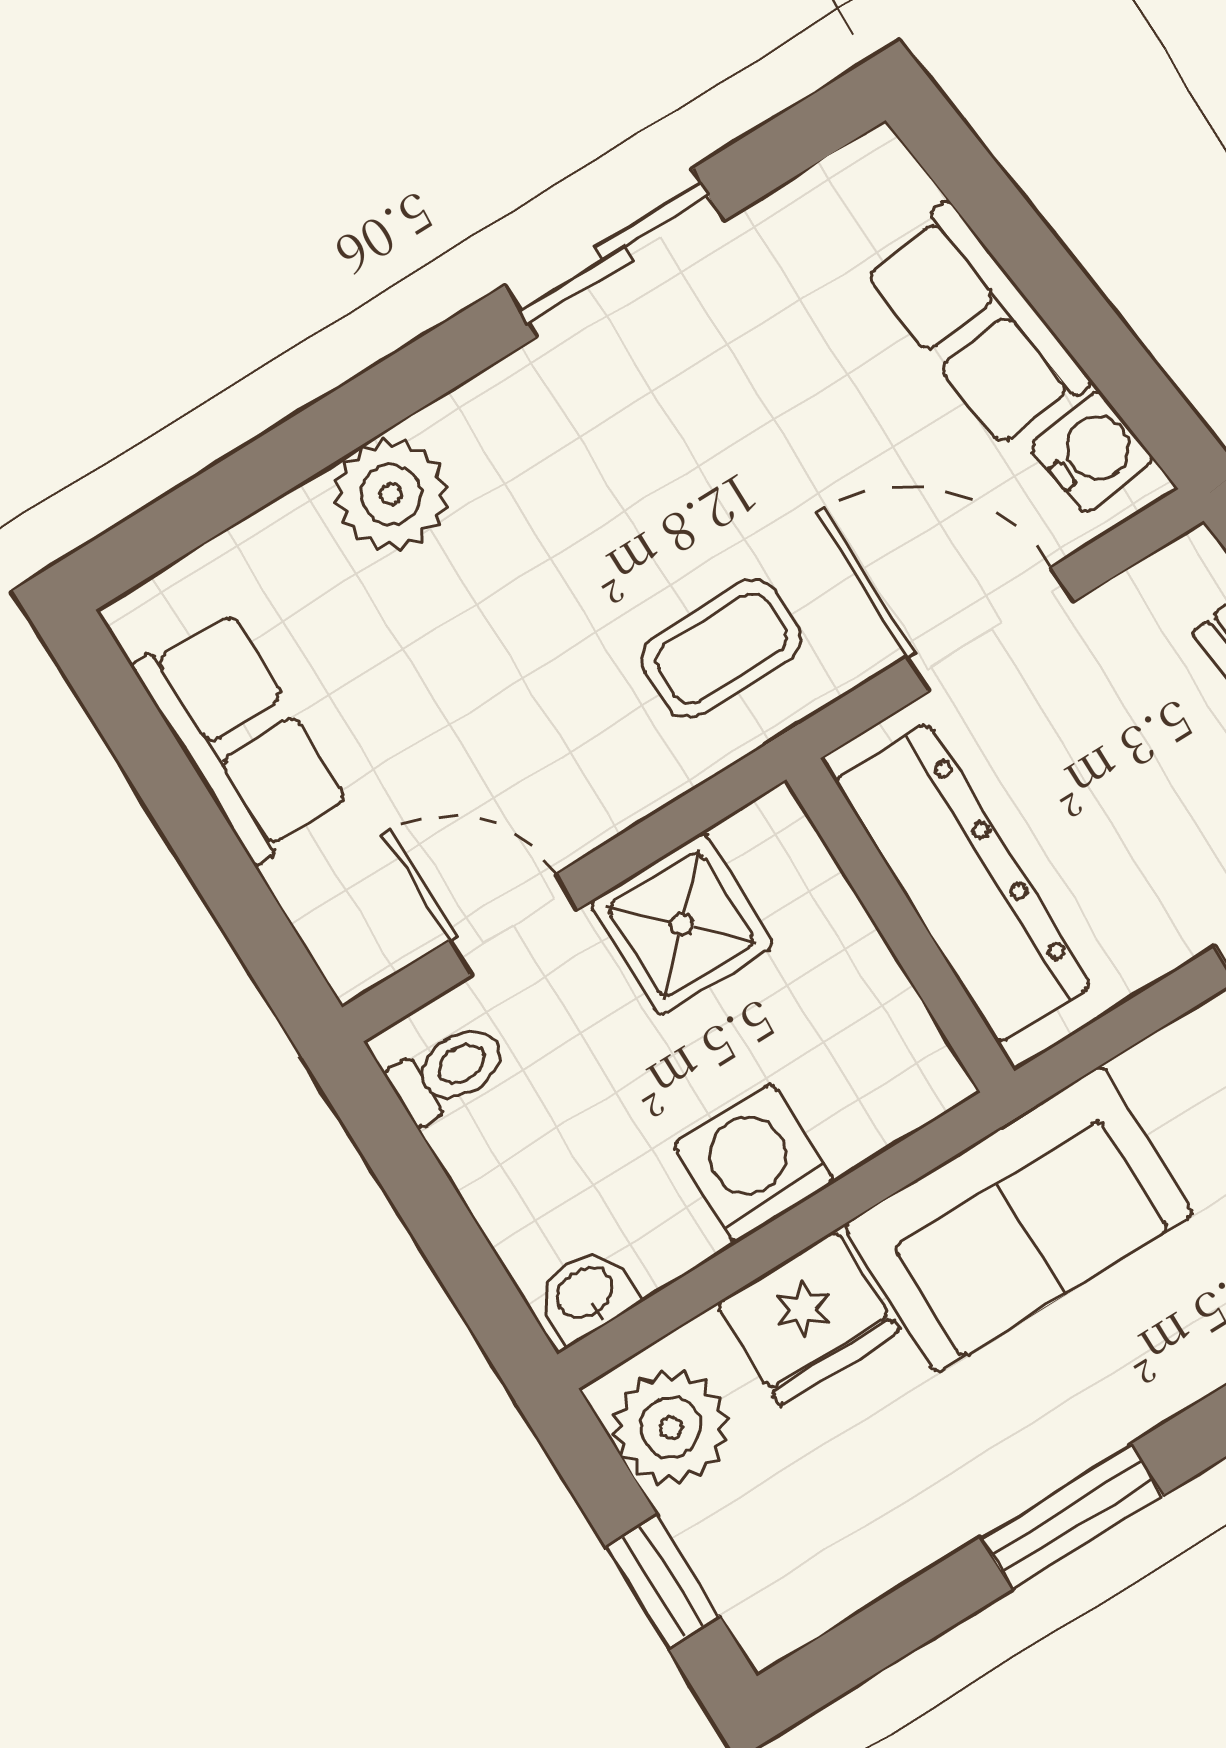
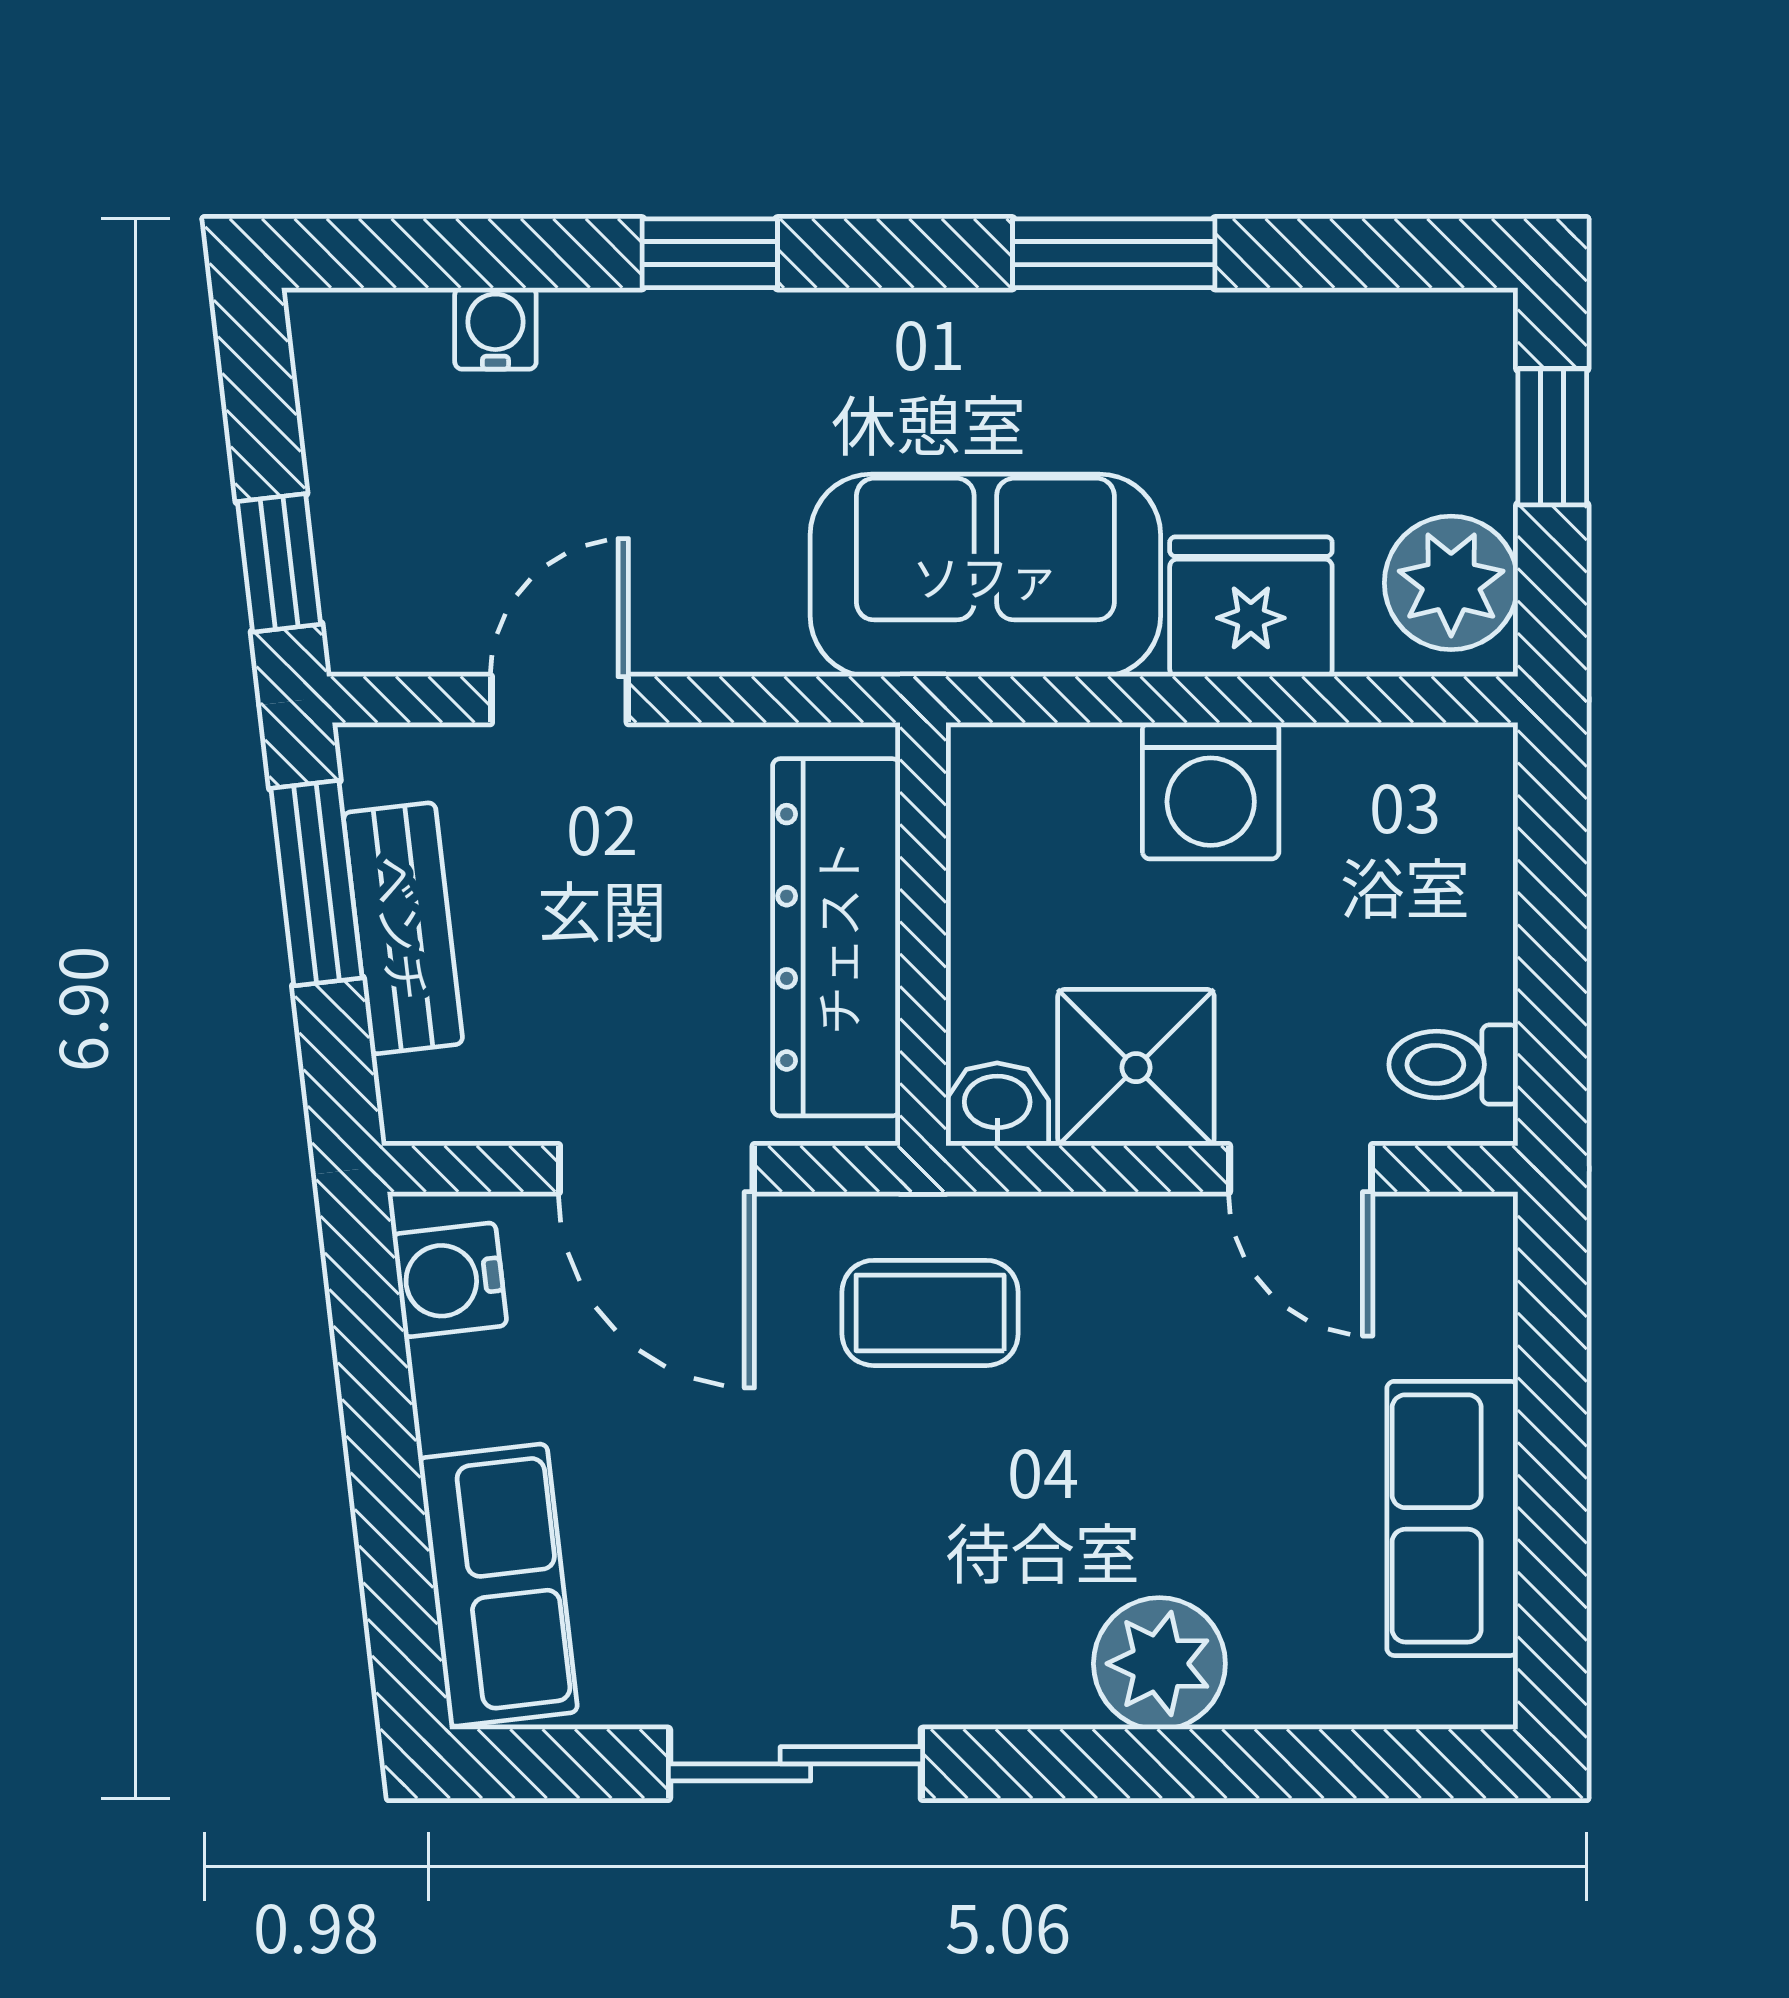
row of seats: (977, 325) -> (498, 1585), moved
washbasin: (586, 1295) -> (997, 1104), moved, turned 180

